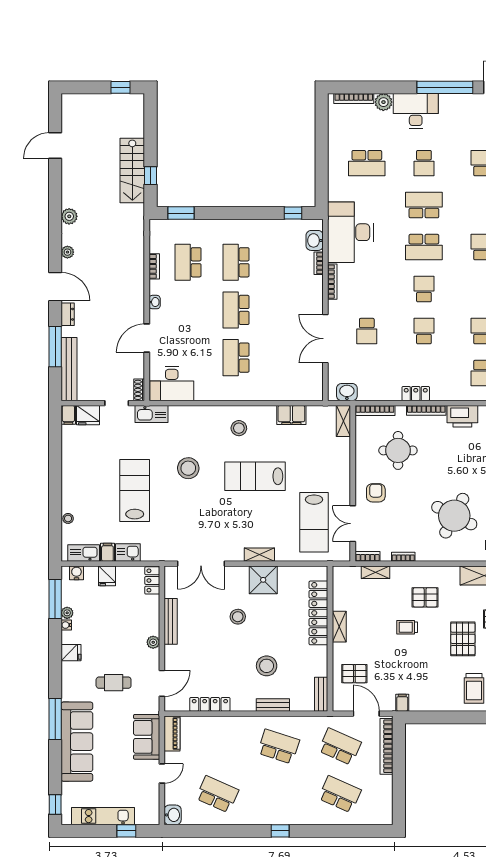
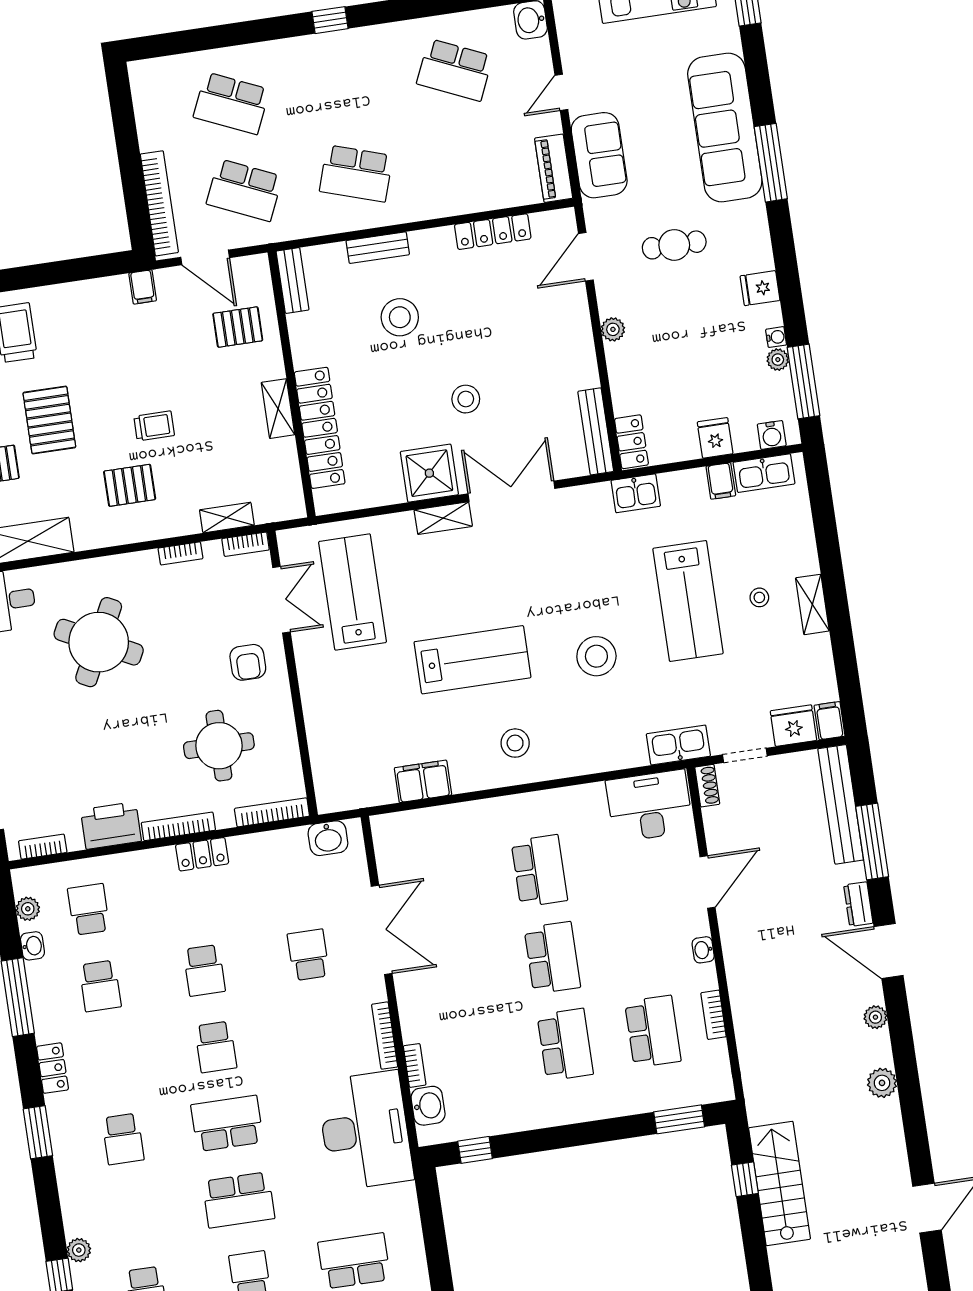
shelving: (343, 421) -> (812, 604), moved
stool: (68, 518) -> (759, 597), moved
kitchen sink: (128, 552) -> (636, 493), moved
double door: (201, 564) -> (511, 491), moved
bench: (171, 621) -> (596, 431), moved

